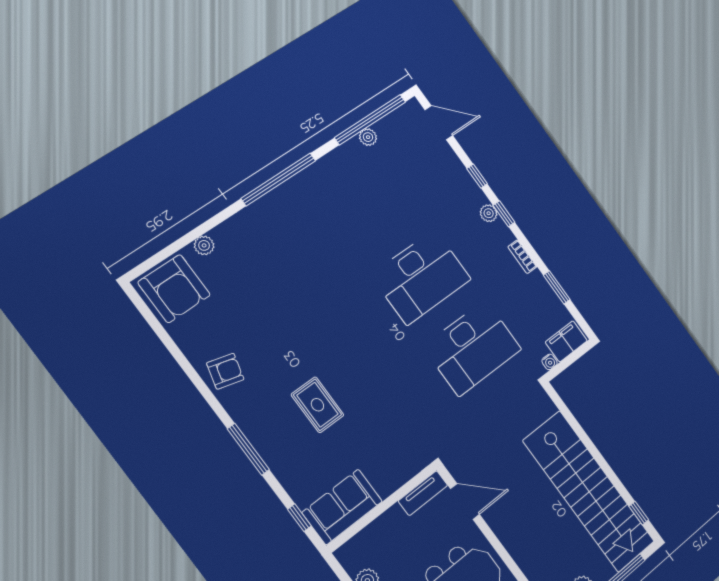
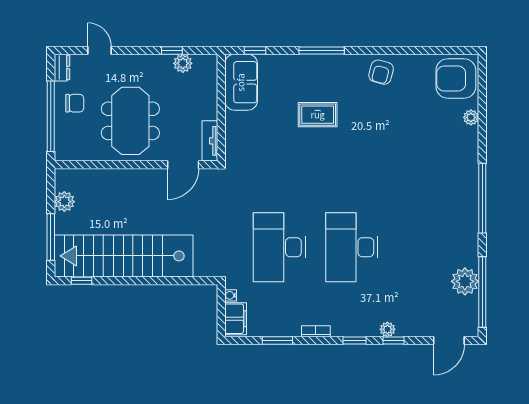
plant: (368, 137) -> (465, 281), width x1.88, depth x1.88
plant: (489, 213) -> (387, 329), moved

